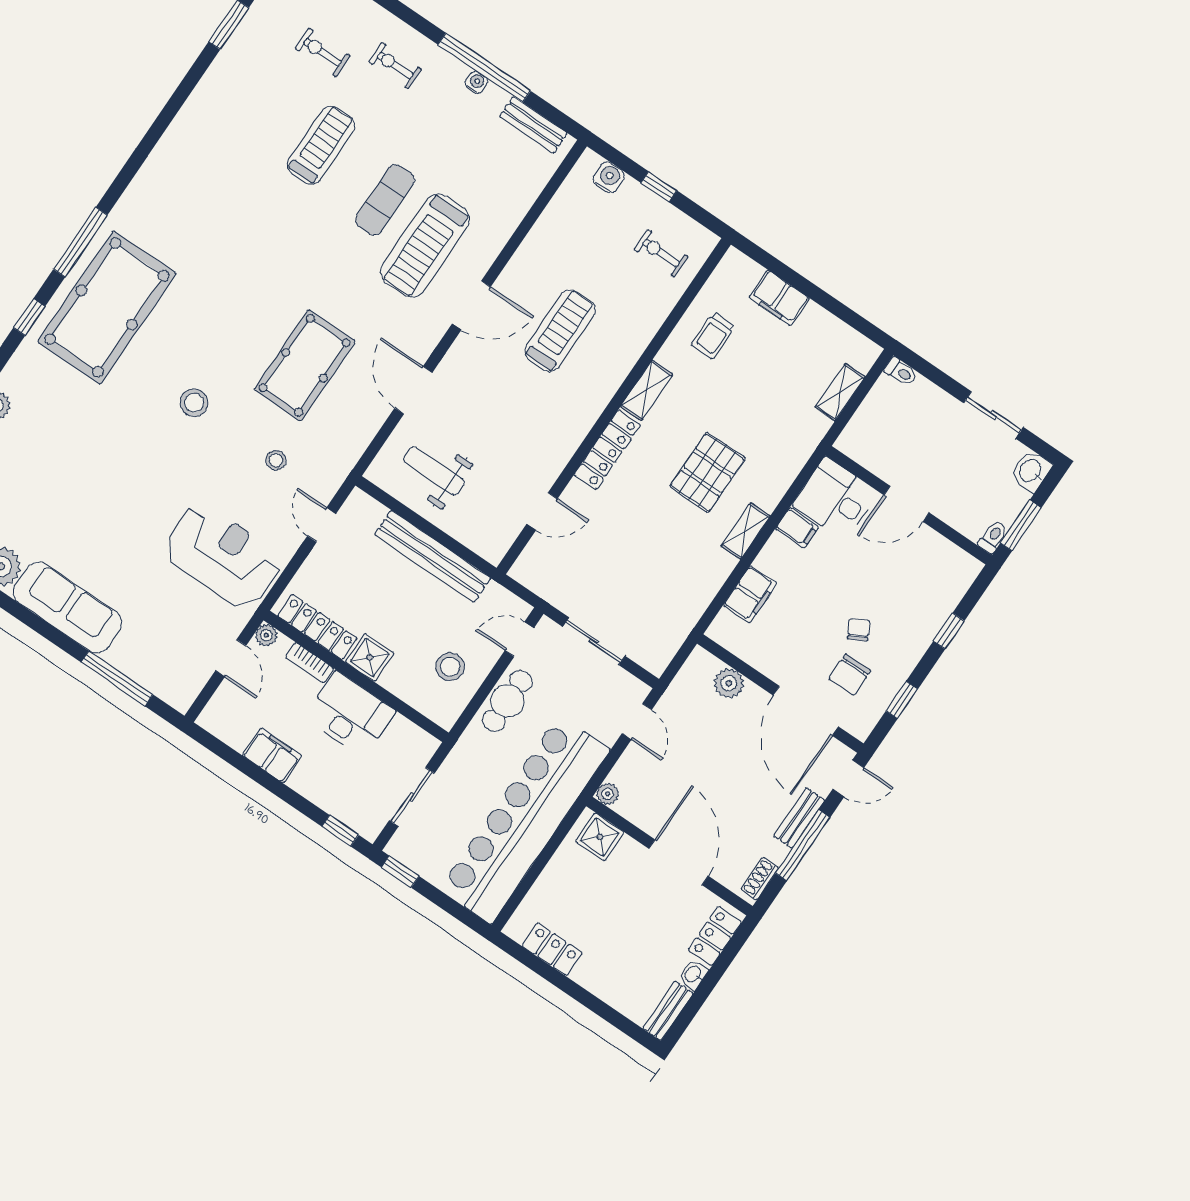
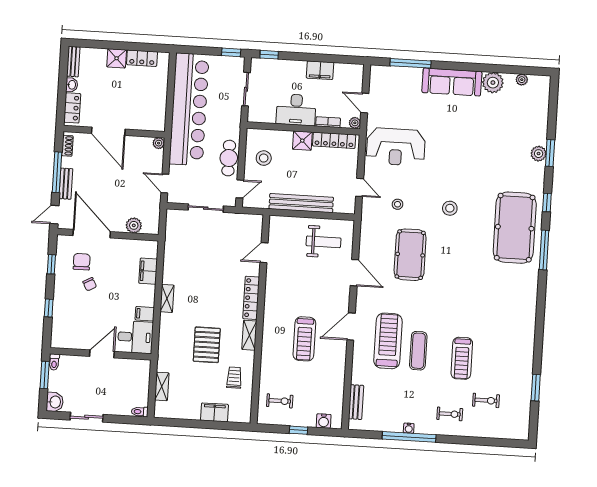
bench: (533, 125) -> (356, 402), moved, turned 90
pallet: (708, 472) -> (207, 345), moved
shower: (600, 837) -> (117, 58), moved

